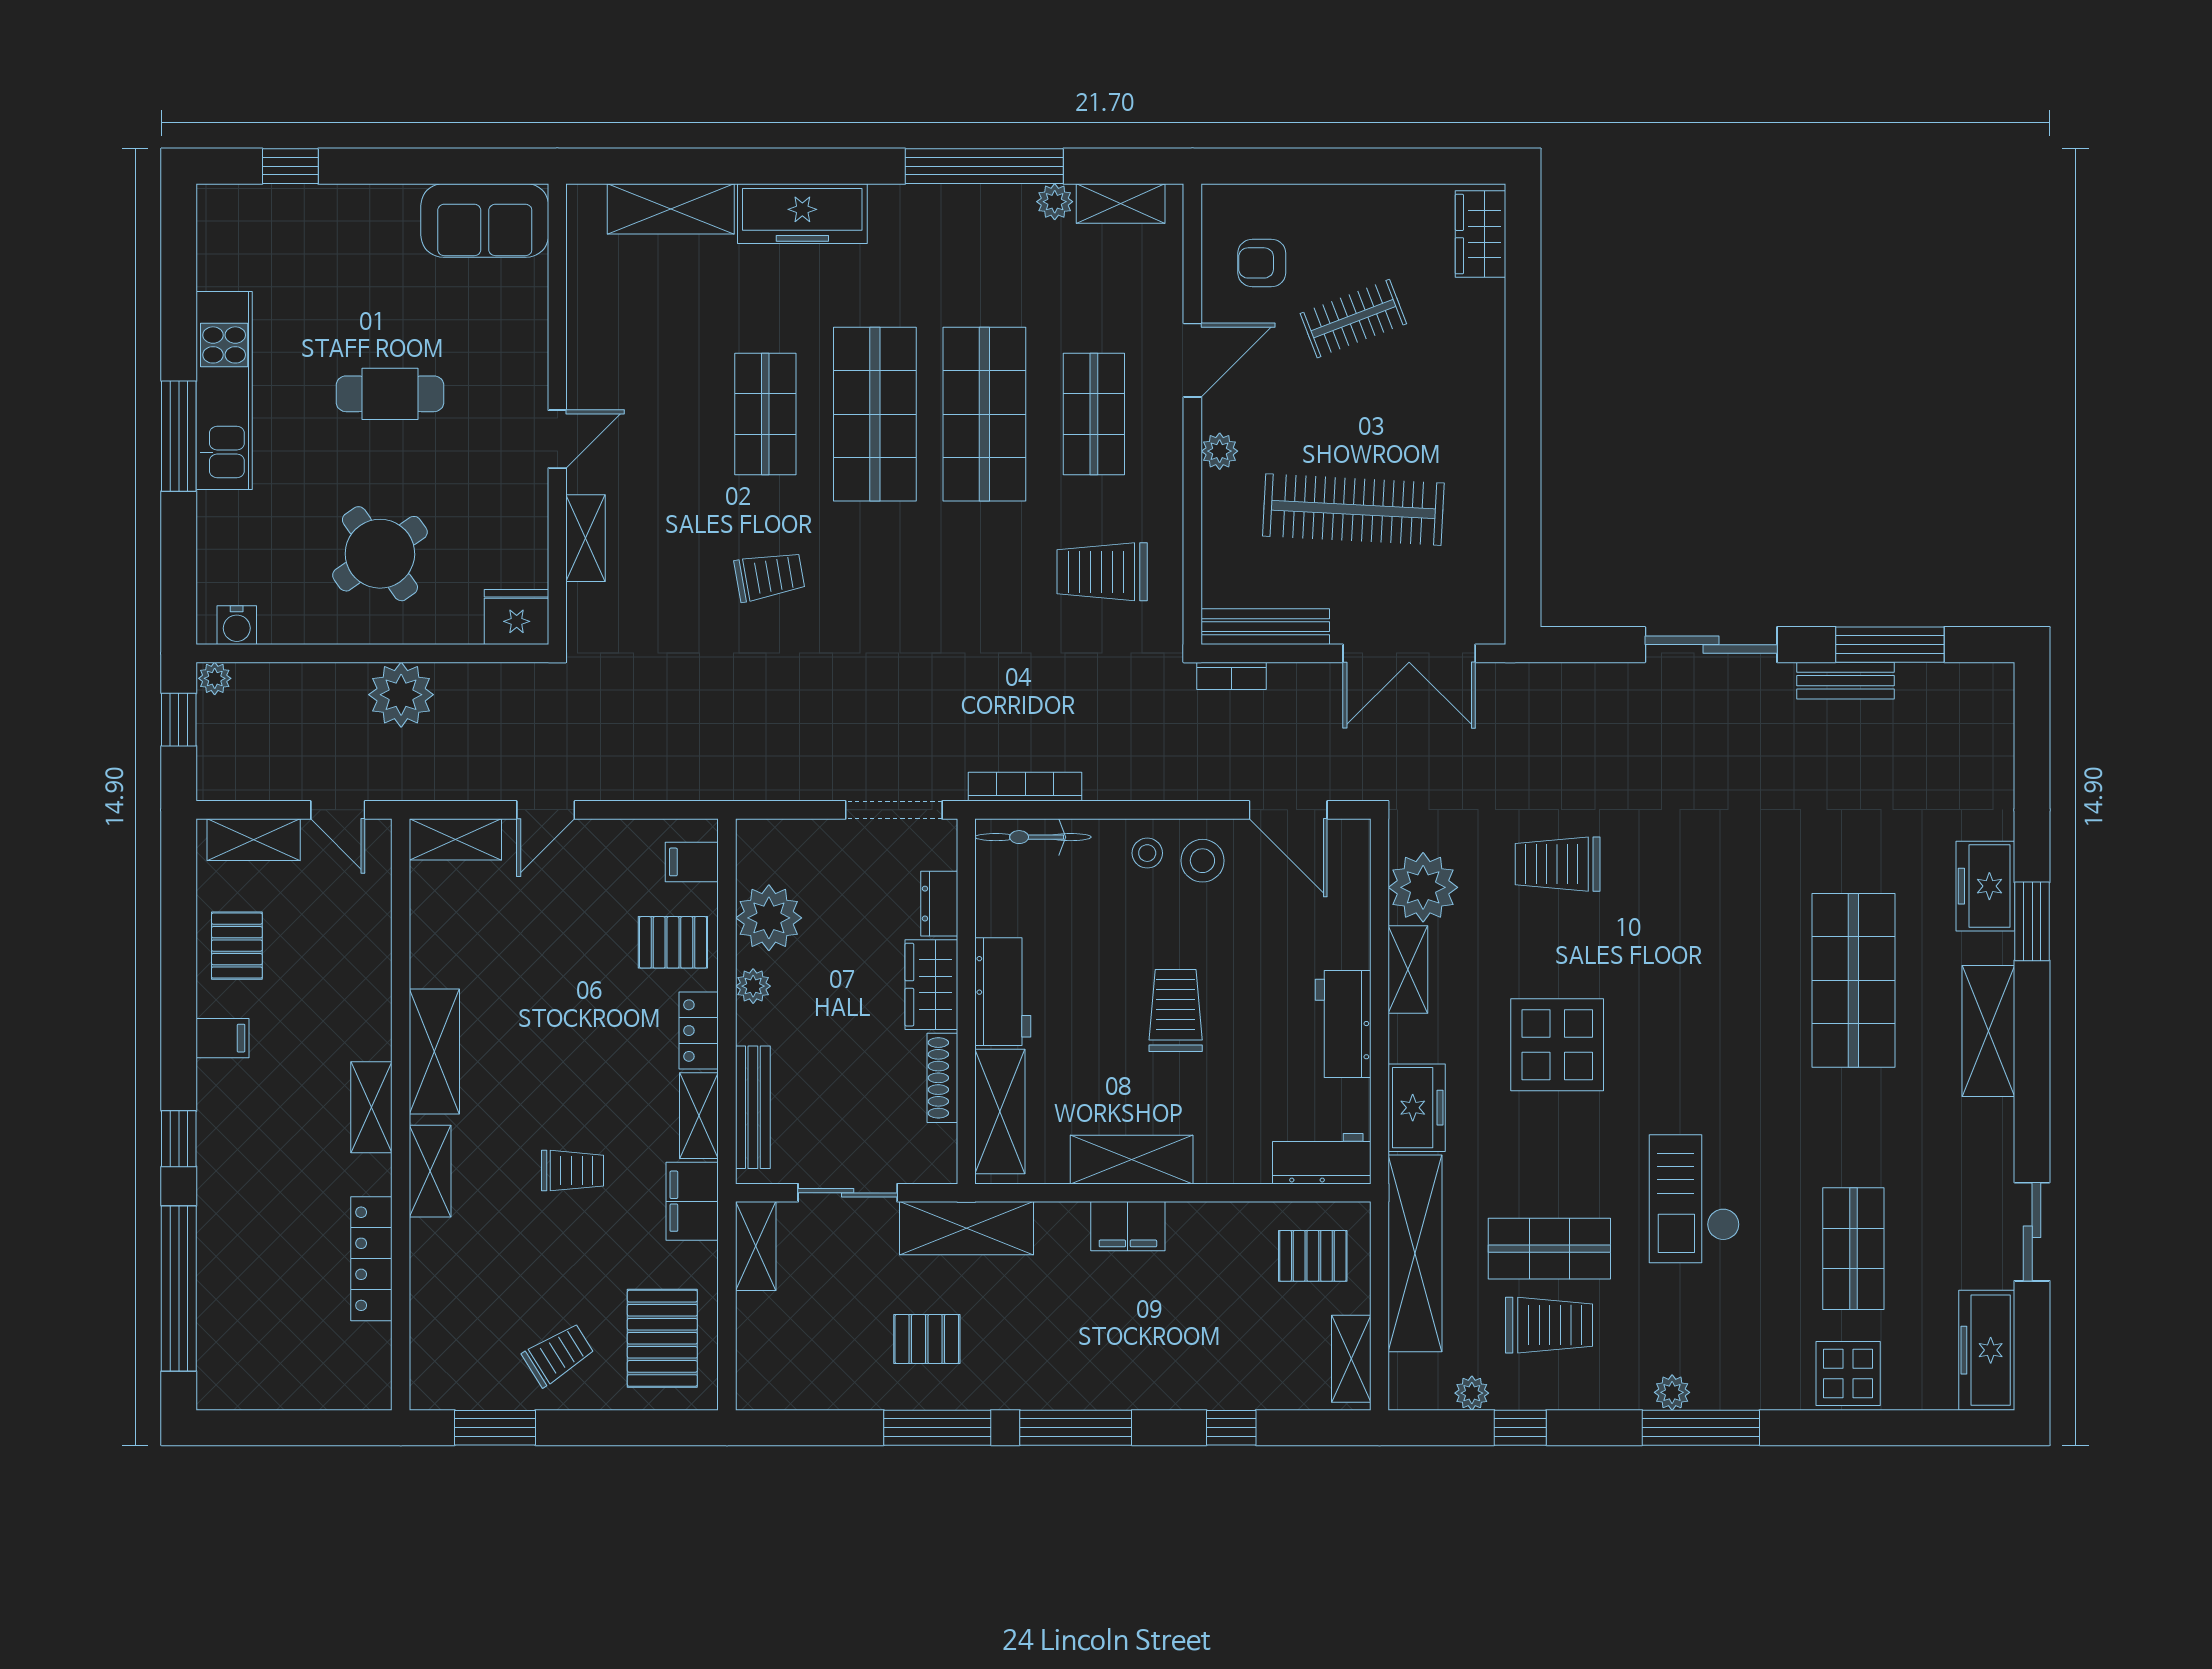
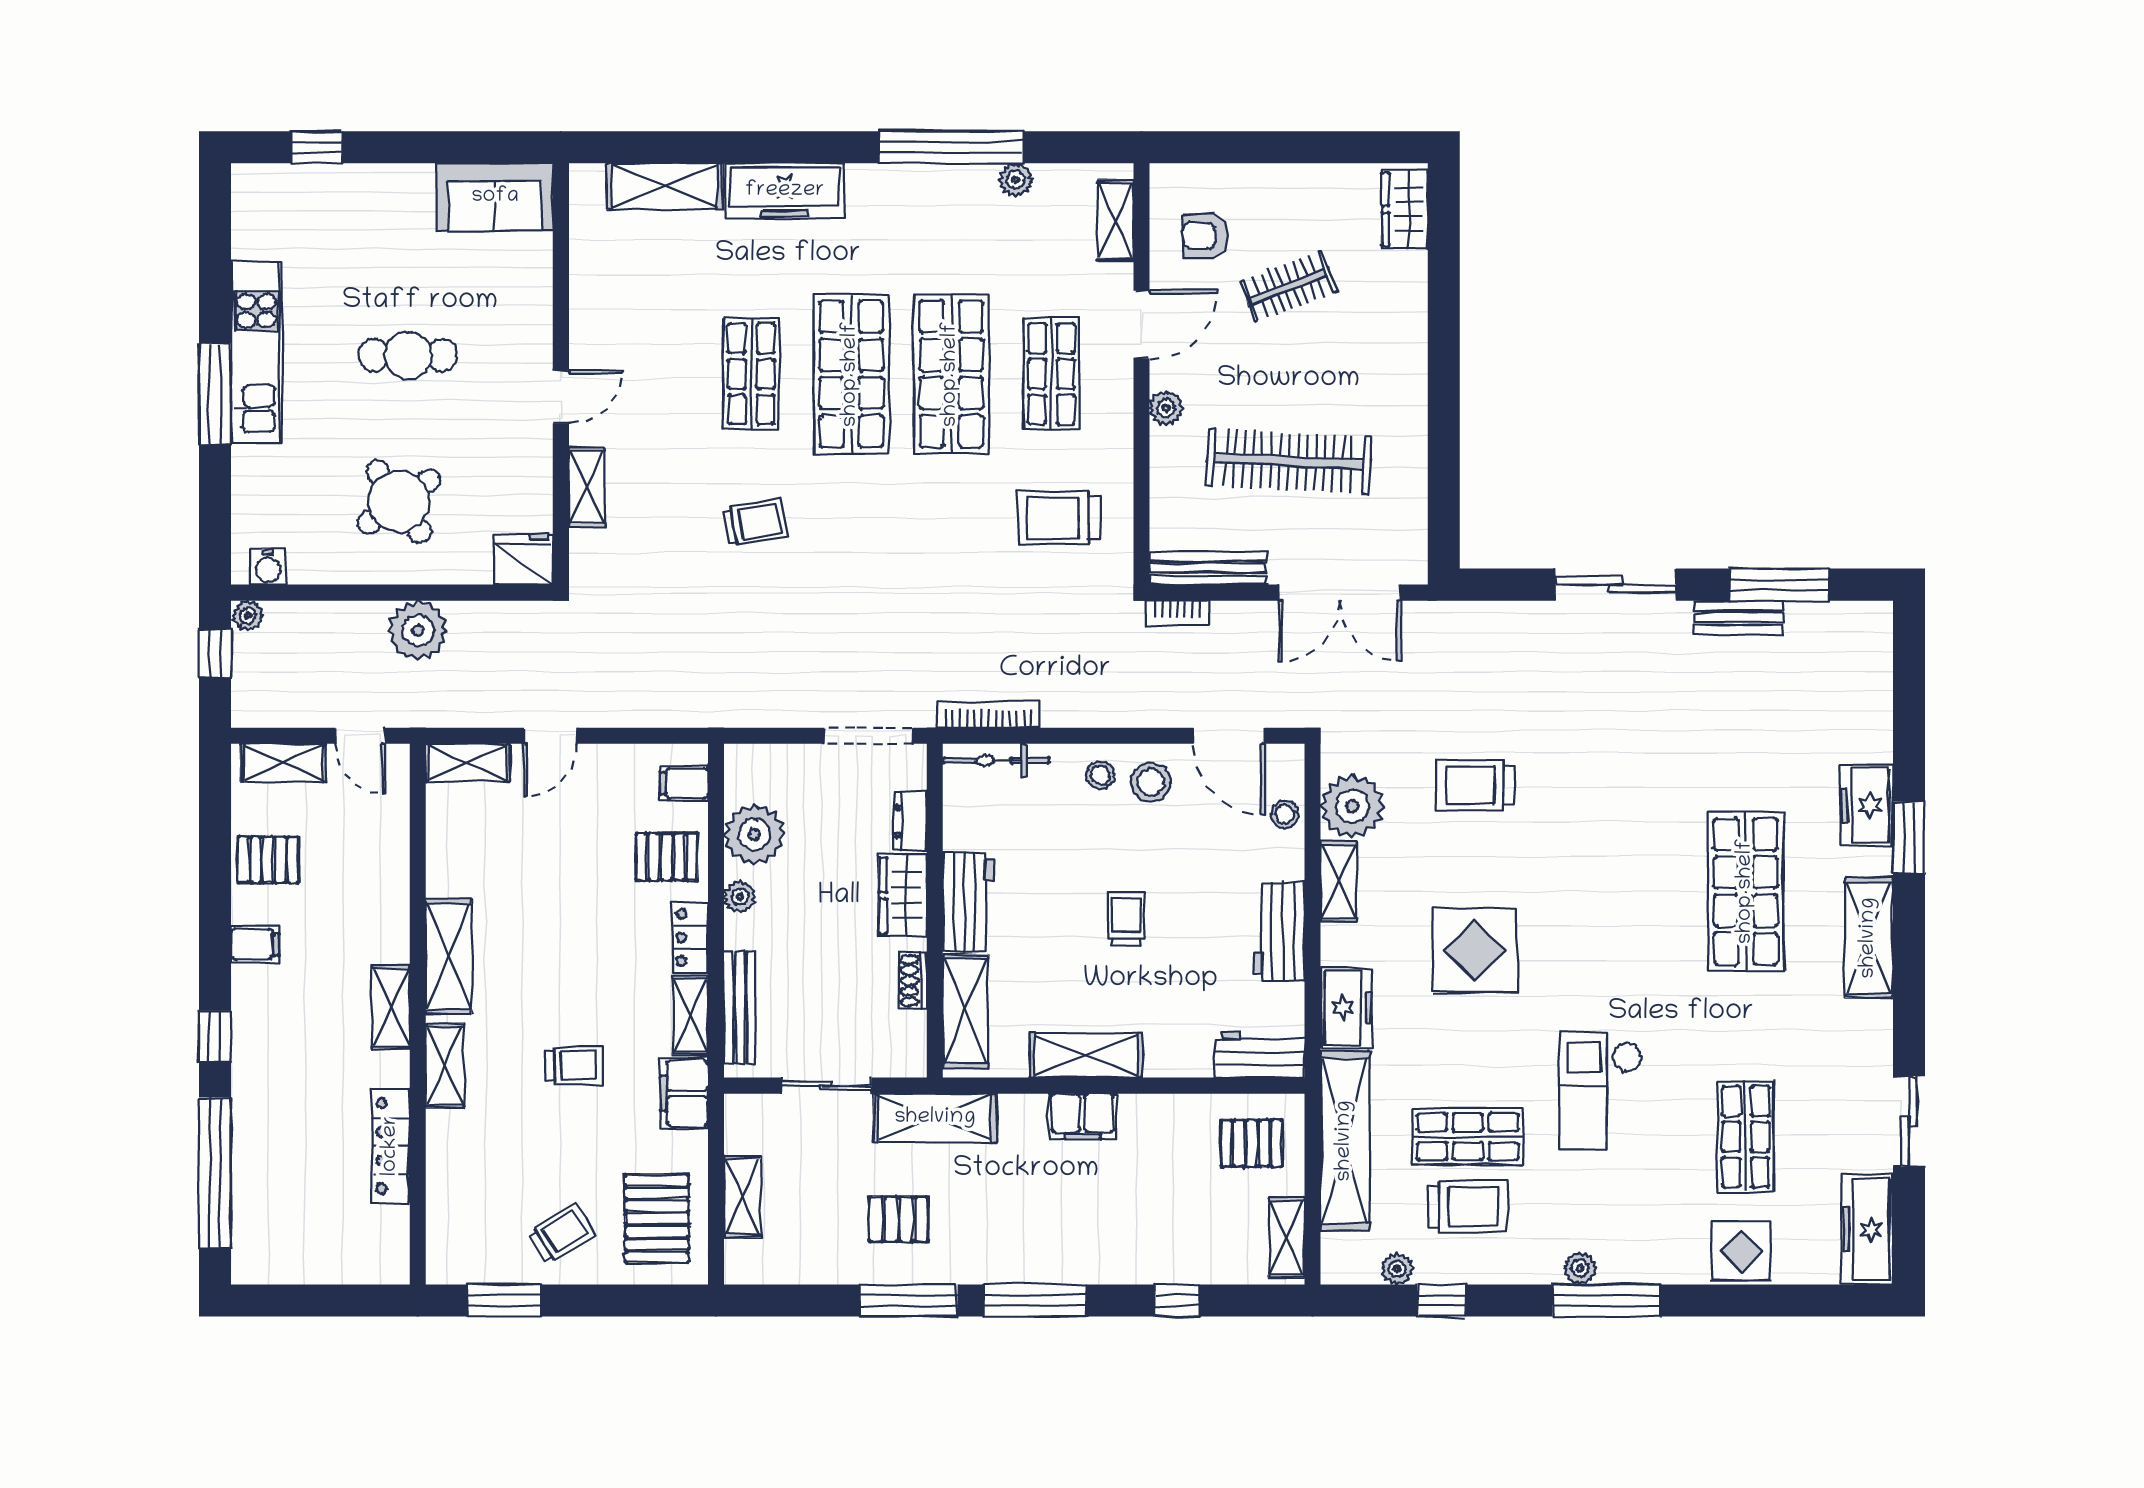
shelving: (1121, 203) -> (1115, 220), moved, turned 90
stool: (1349, 896) -> (1285, 815), added
pallet: (237, 946) -> (268, 860), turned 90
trolley: (1176, 1010) -> (1126, 919), width x0.73, depth x0.72
shoe rack: (942, 1078) -> (913, 981), width x0.70
shelving: (756, 1246) -> (742, 1197), moved

